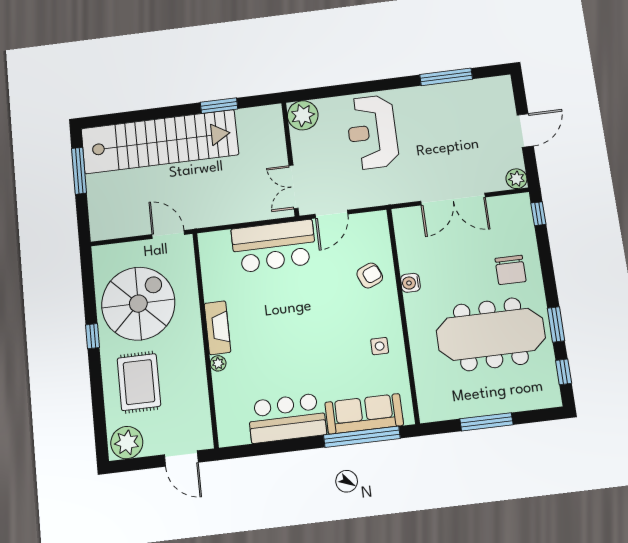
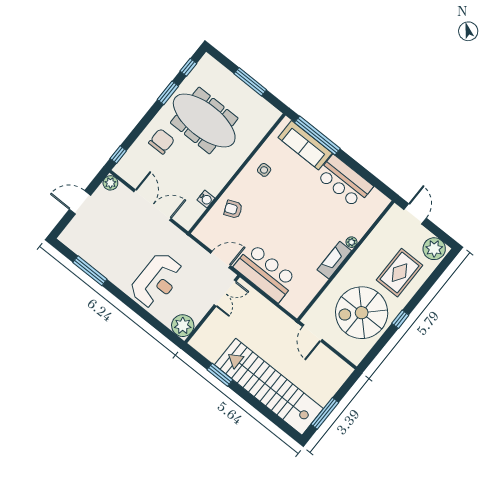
water cooler: (410, 283) -> (206, 199), moved

